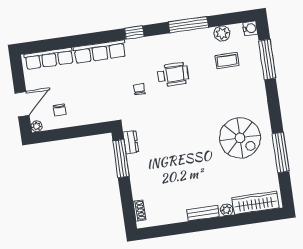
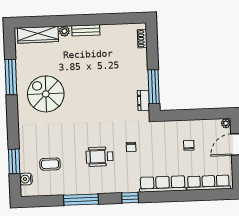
water cooler: (250, 28) -> (26, 179), moved
plant: (222, 33) -> (52, 189), removed
window: (267, 59) -> (14, 161), width x0.69
chair: (60, 110) -> (189, 145), moved

